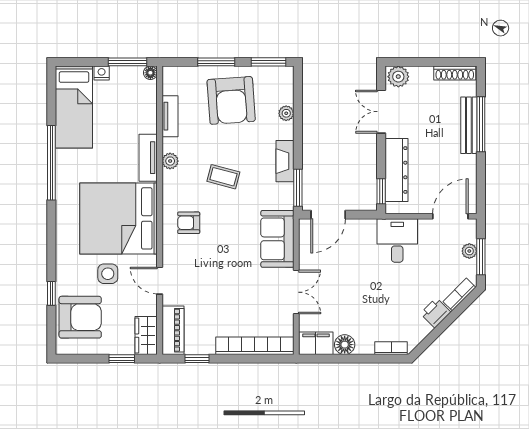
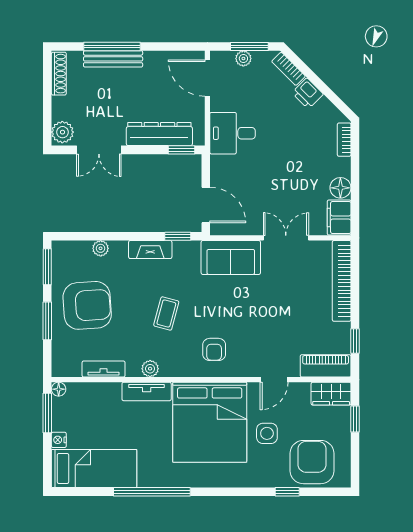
window: (298, 188) -> (178, 236), width x0.67

